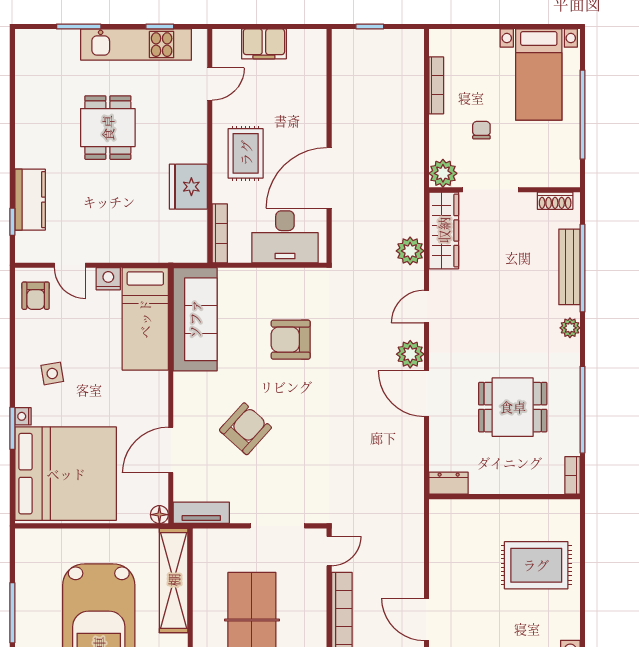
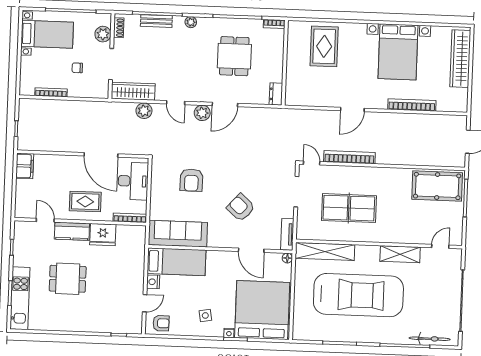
filing cabinet: (264, 44) -> (25, 166), moved
kitchen unit: (136, 45) -> (20, 298), moved
plant: (443, 173) -> (103, 34), moved
kitchen counter: (30, 200) -> (72, 231), moved, turned 180
bench: (569, 267) -> (156, 21), width x0.73

